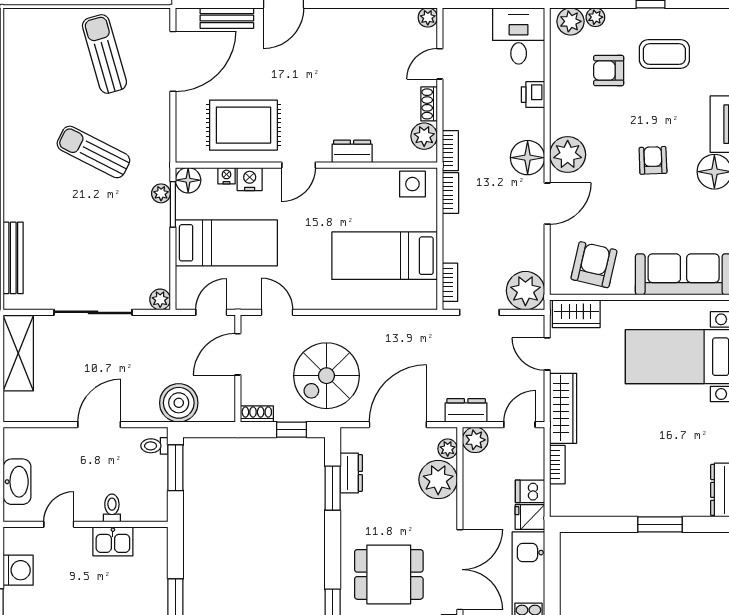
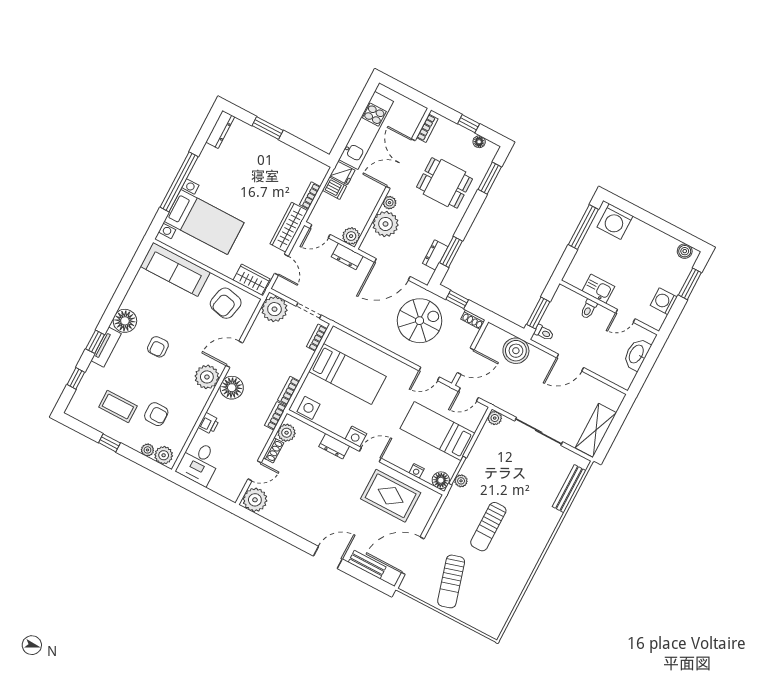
plant: (428, 17) -> (255, 500), width x1.88, depth x1.88
sun lounger: (93, 152) -> (488, 527), turned 63
nightstand: (250, 179) -> (356, 436), moved
door: (277, 312) -> (429, 374), hinge flipped
plant: (448, 449) -> (390, 203), moved

